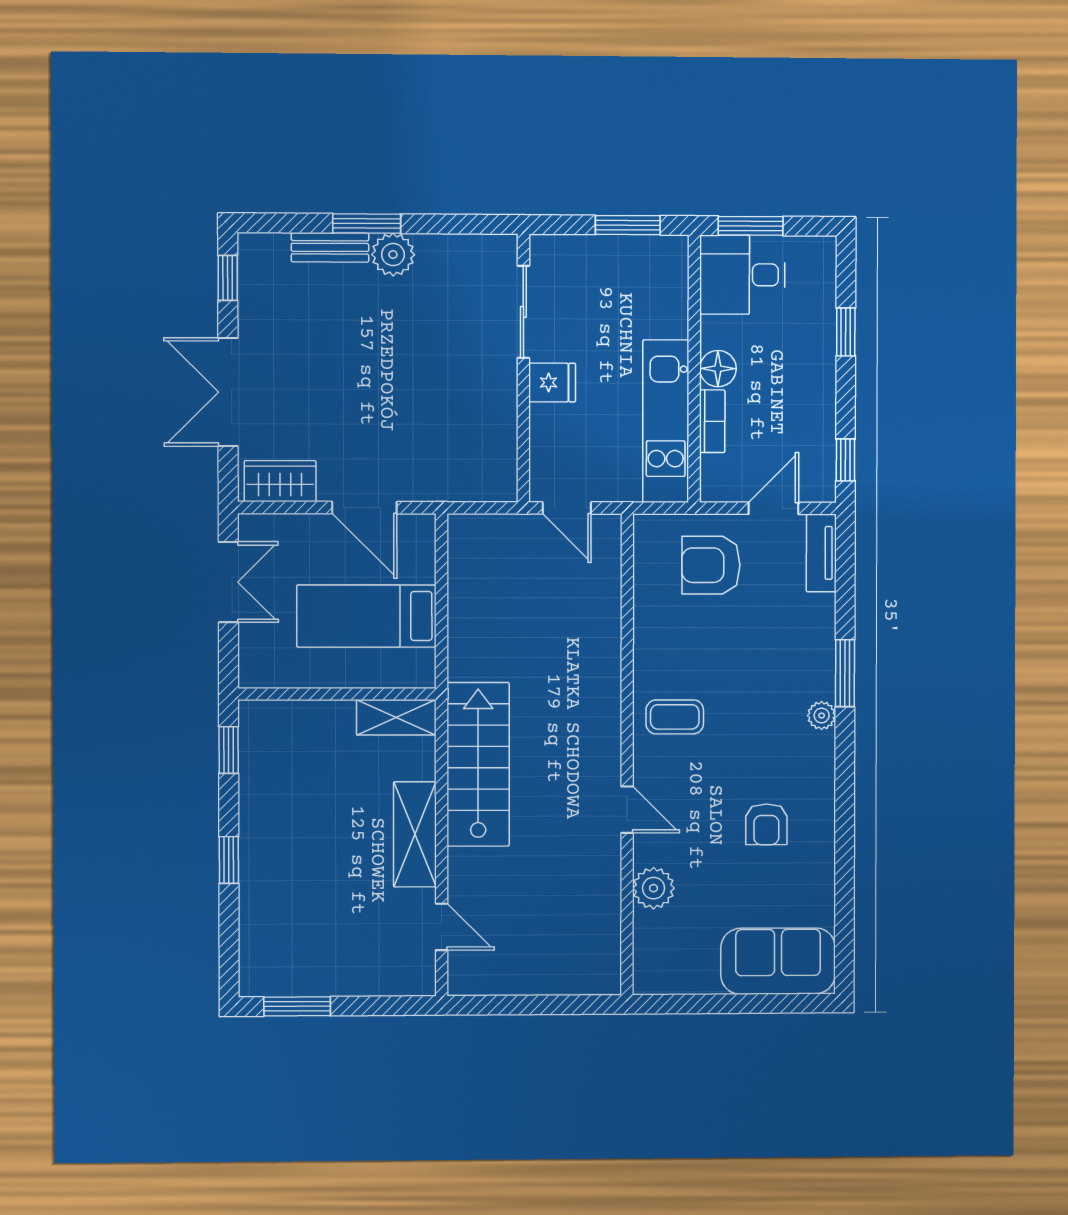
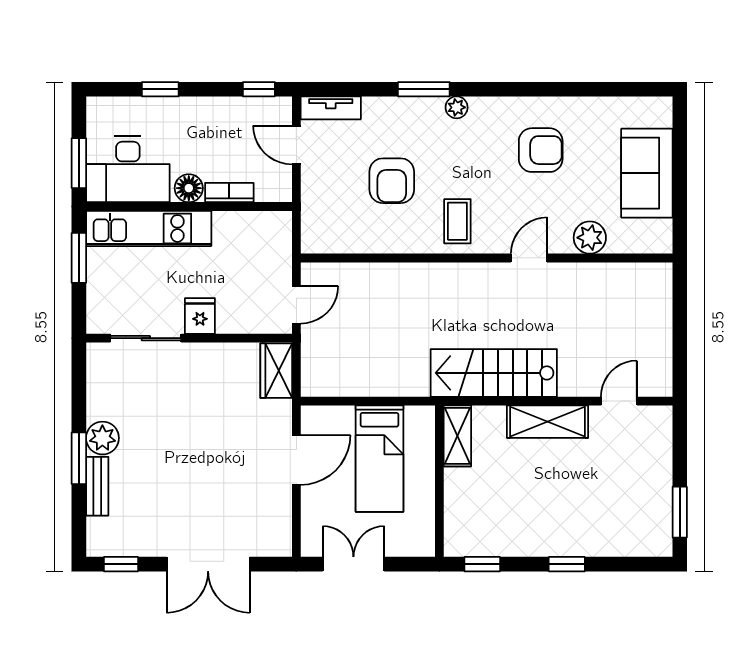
desk: (742, 275) -> (128, 169), width x1.37
kitchen unit: (666, 421) -> (149, 228), moved
wardrobe: (280, 481) -> (276, 371), moved
armchair: (711, 565) -> (392, 181), moved
armchair: (766, 824) -> (541, 150), width x1.38, depth x1.38
sofa: (778, 961) -> (647, 173), moved

